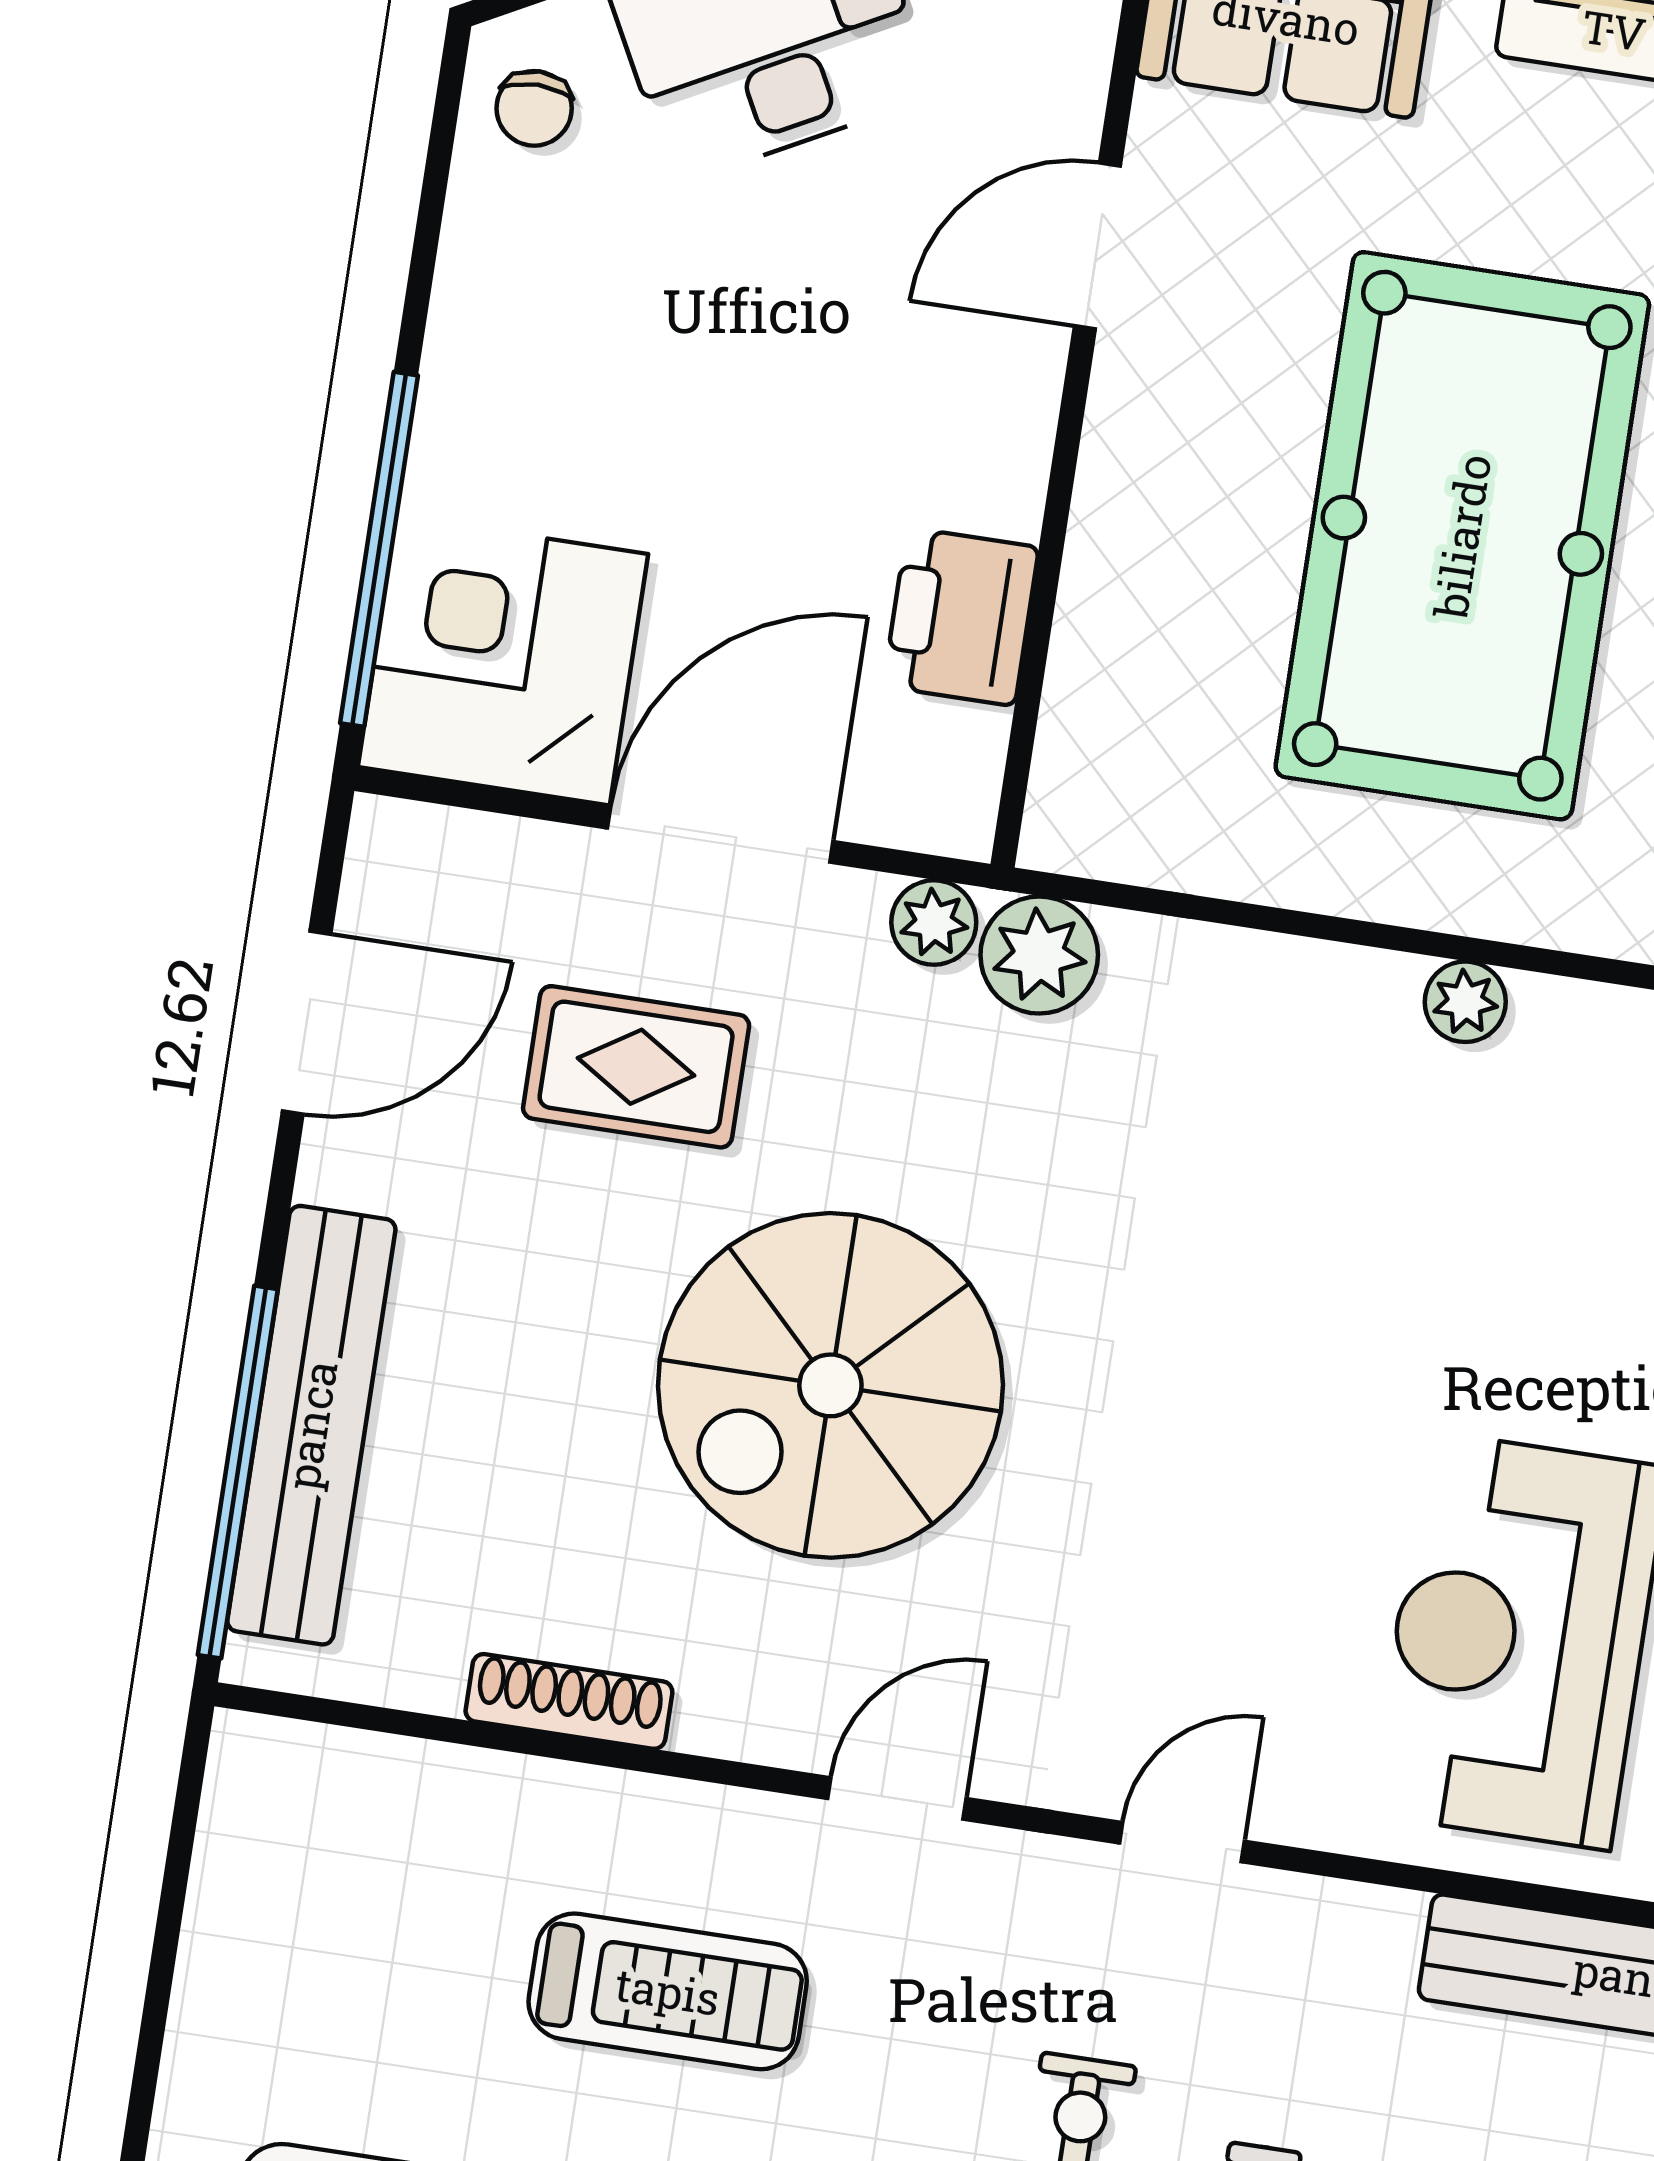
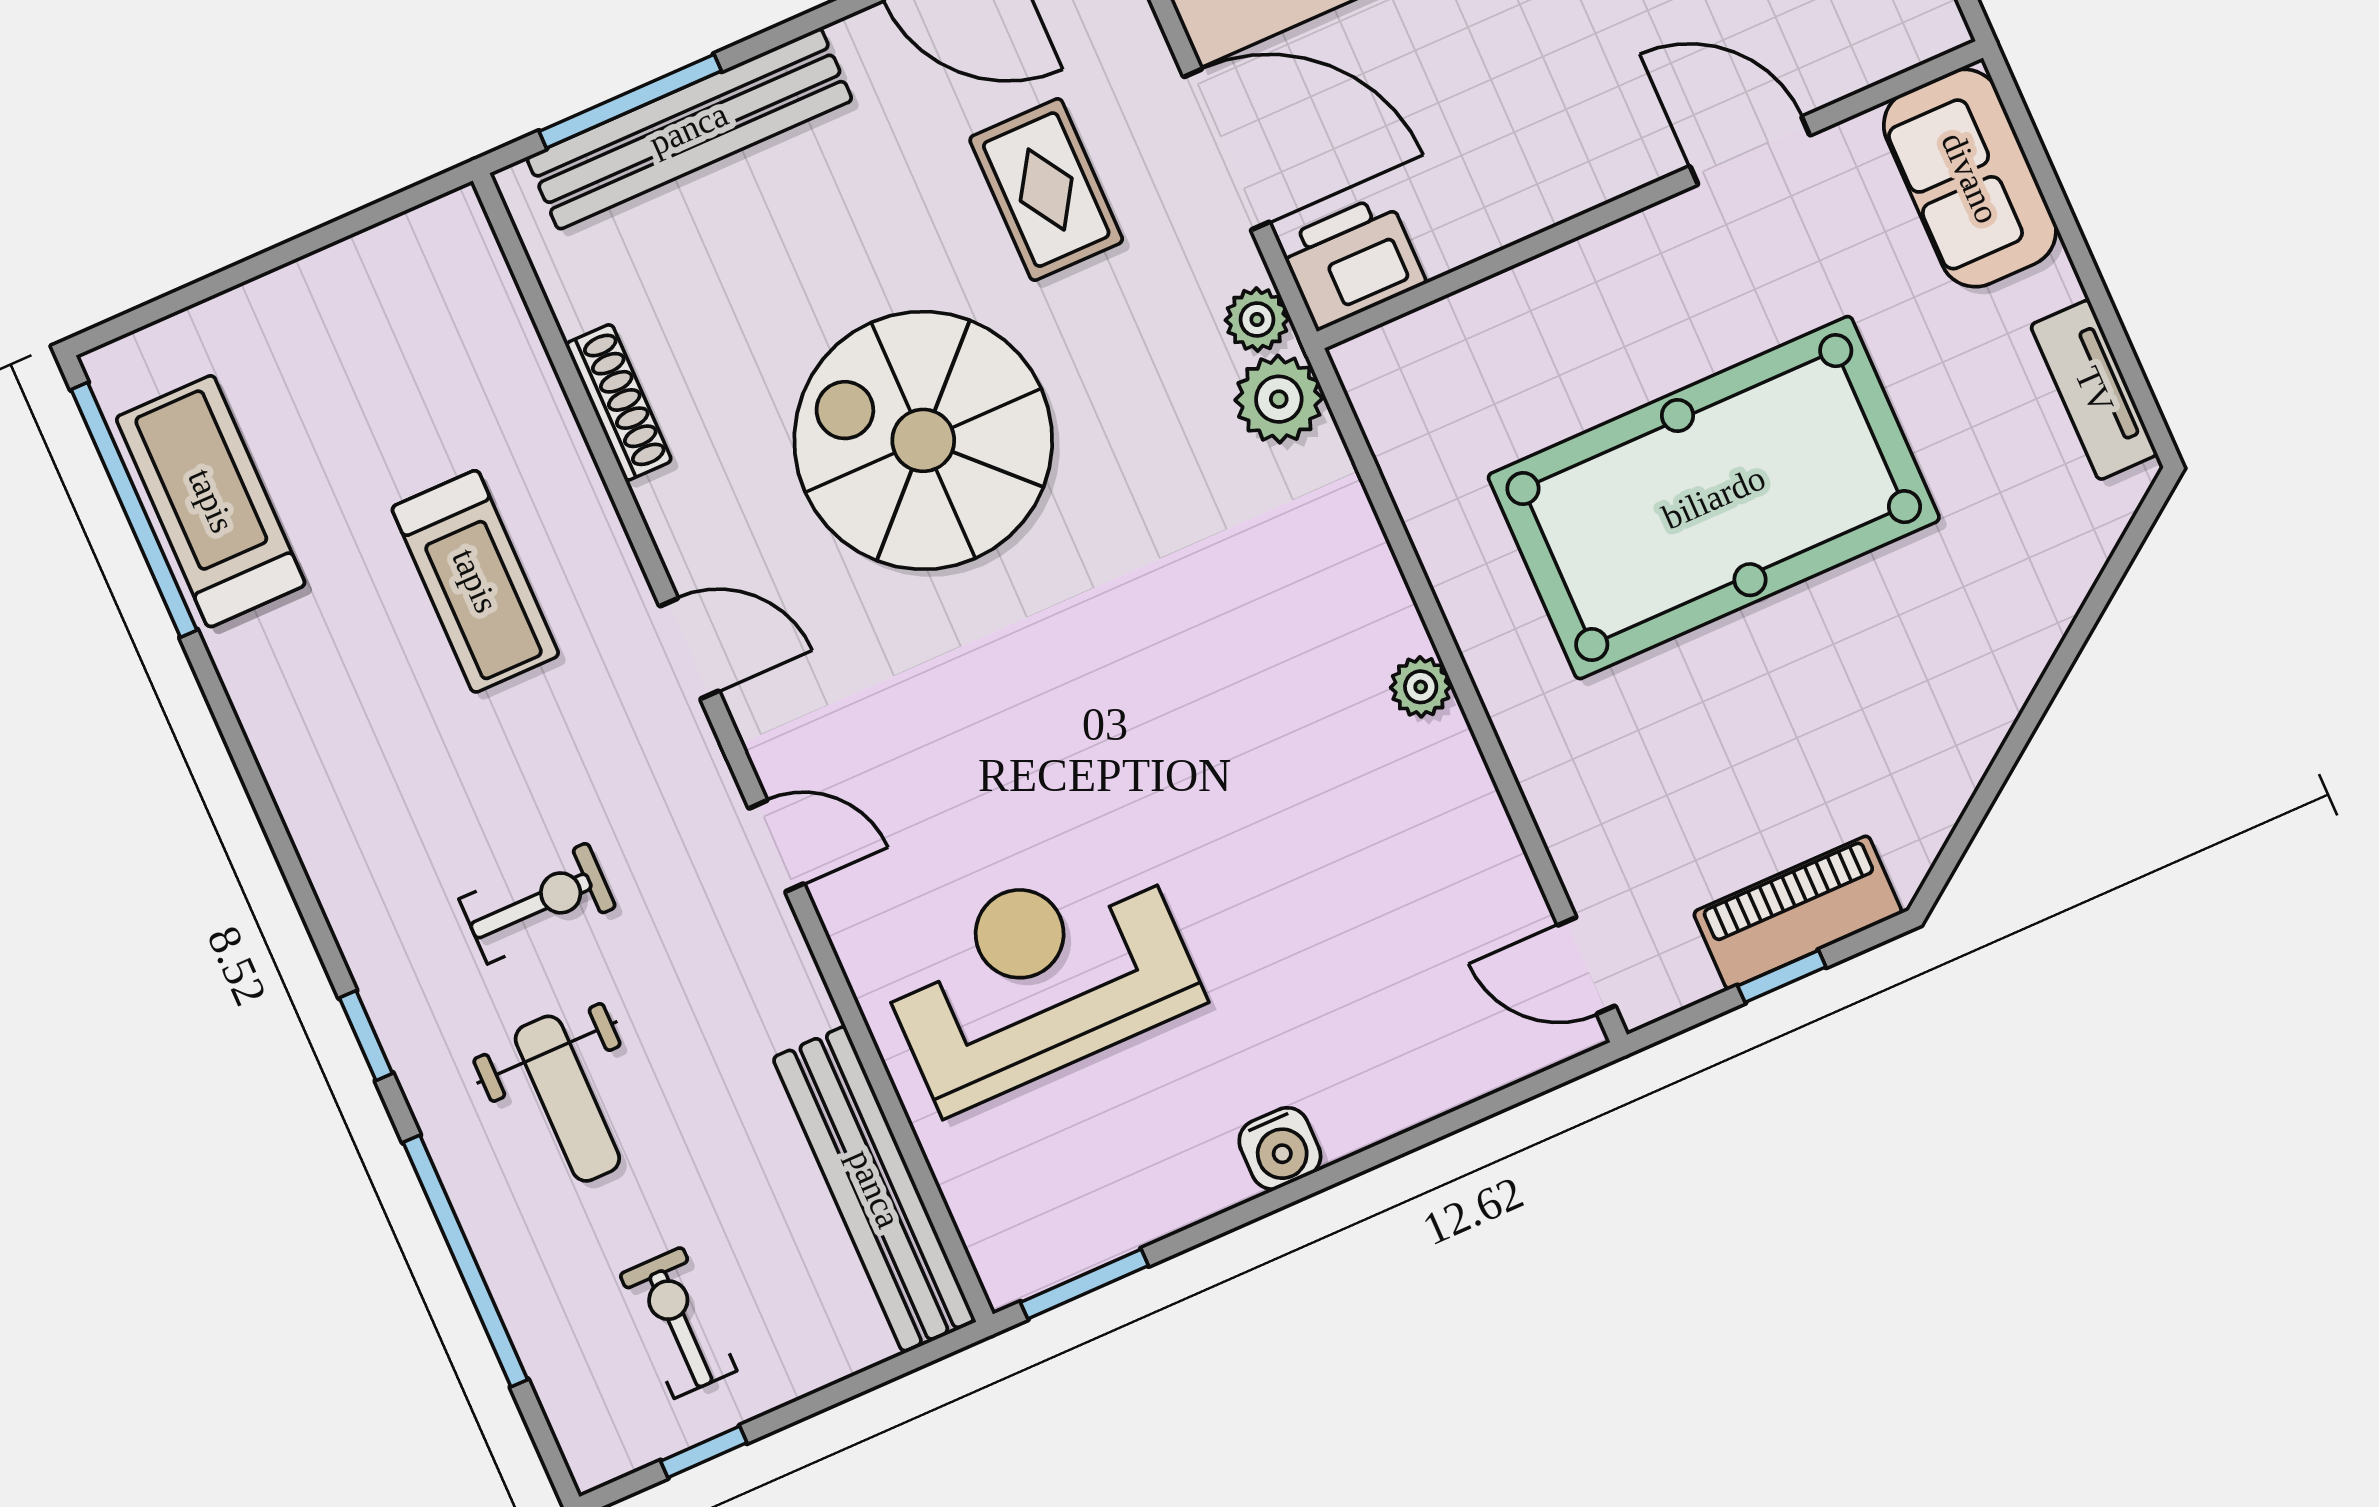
printer: (961, 617) -> (1352, 262), moved
window: (238, 1472) -> (630, 101), width x0.68

